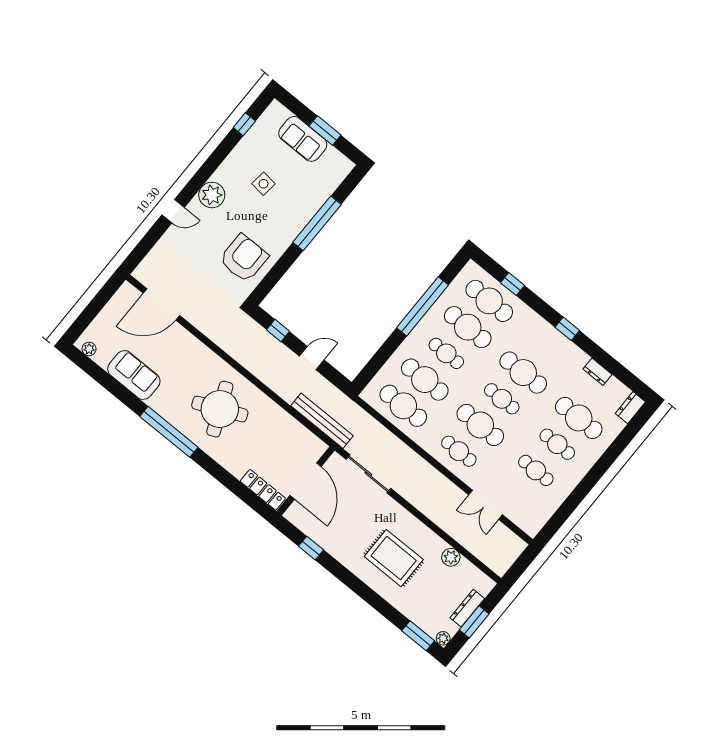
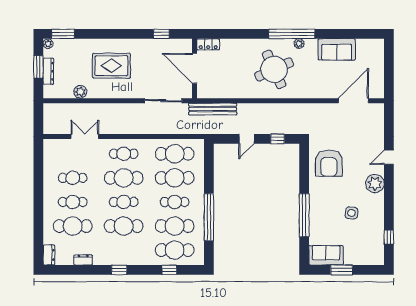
sofa: (303, 139) -> (326, 255), moved
plant: (89, 349) -> (299, 44), moved
locker: (263, 490) -> (208, 44), width x0.66

